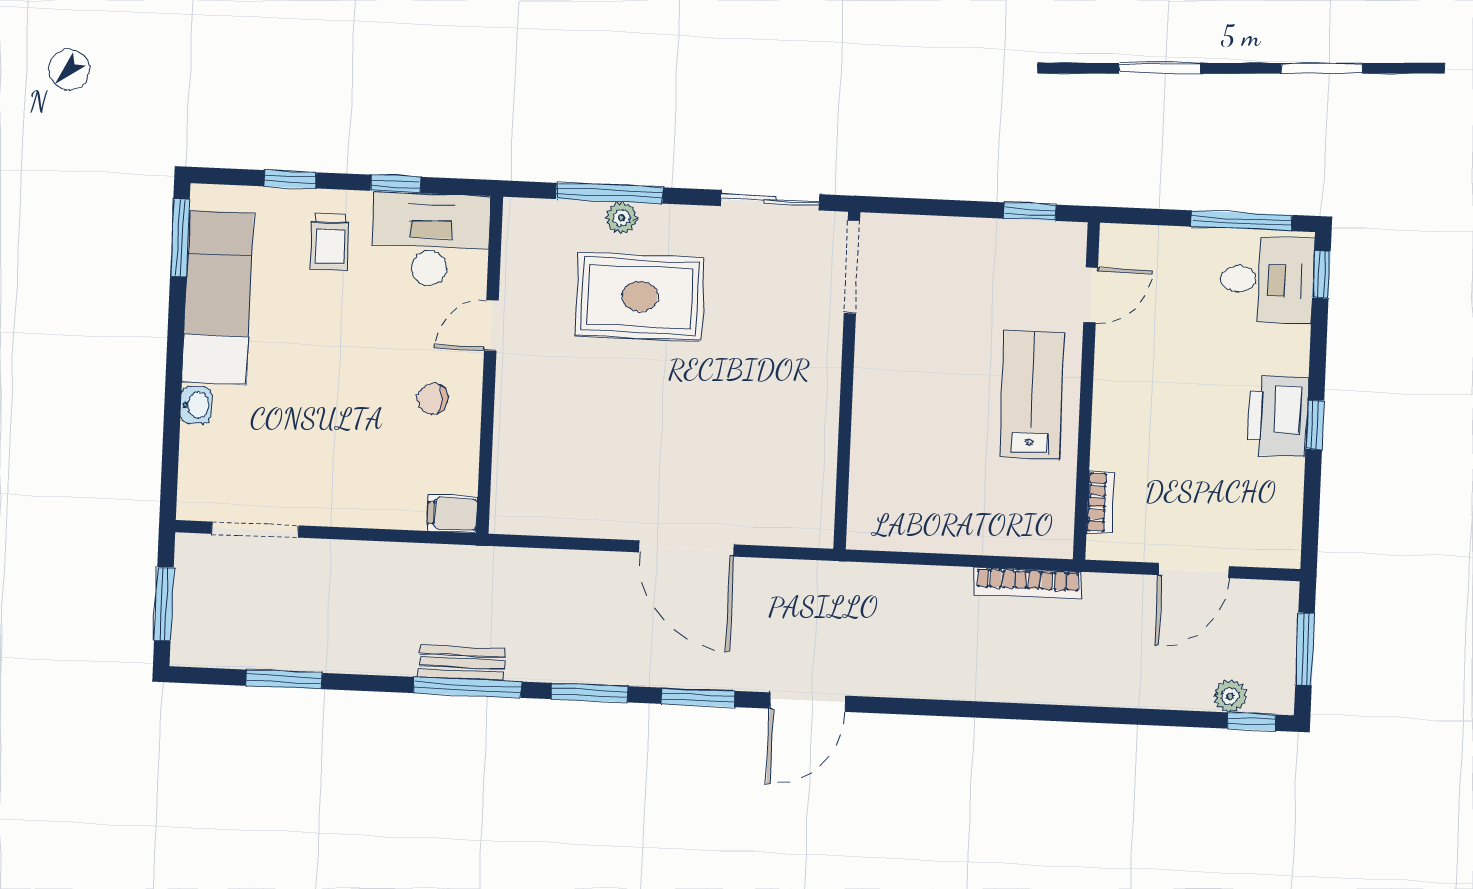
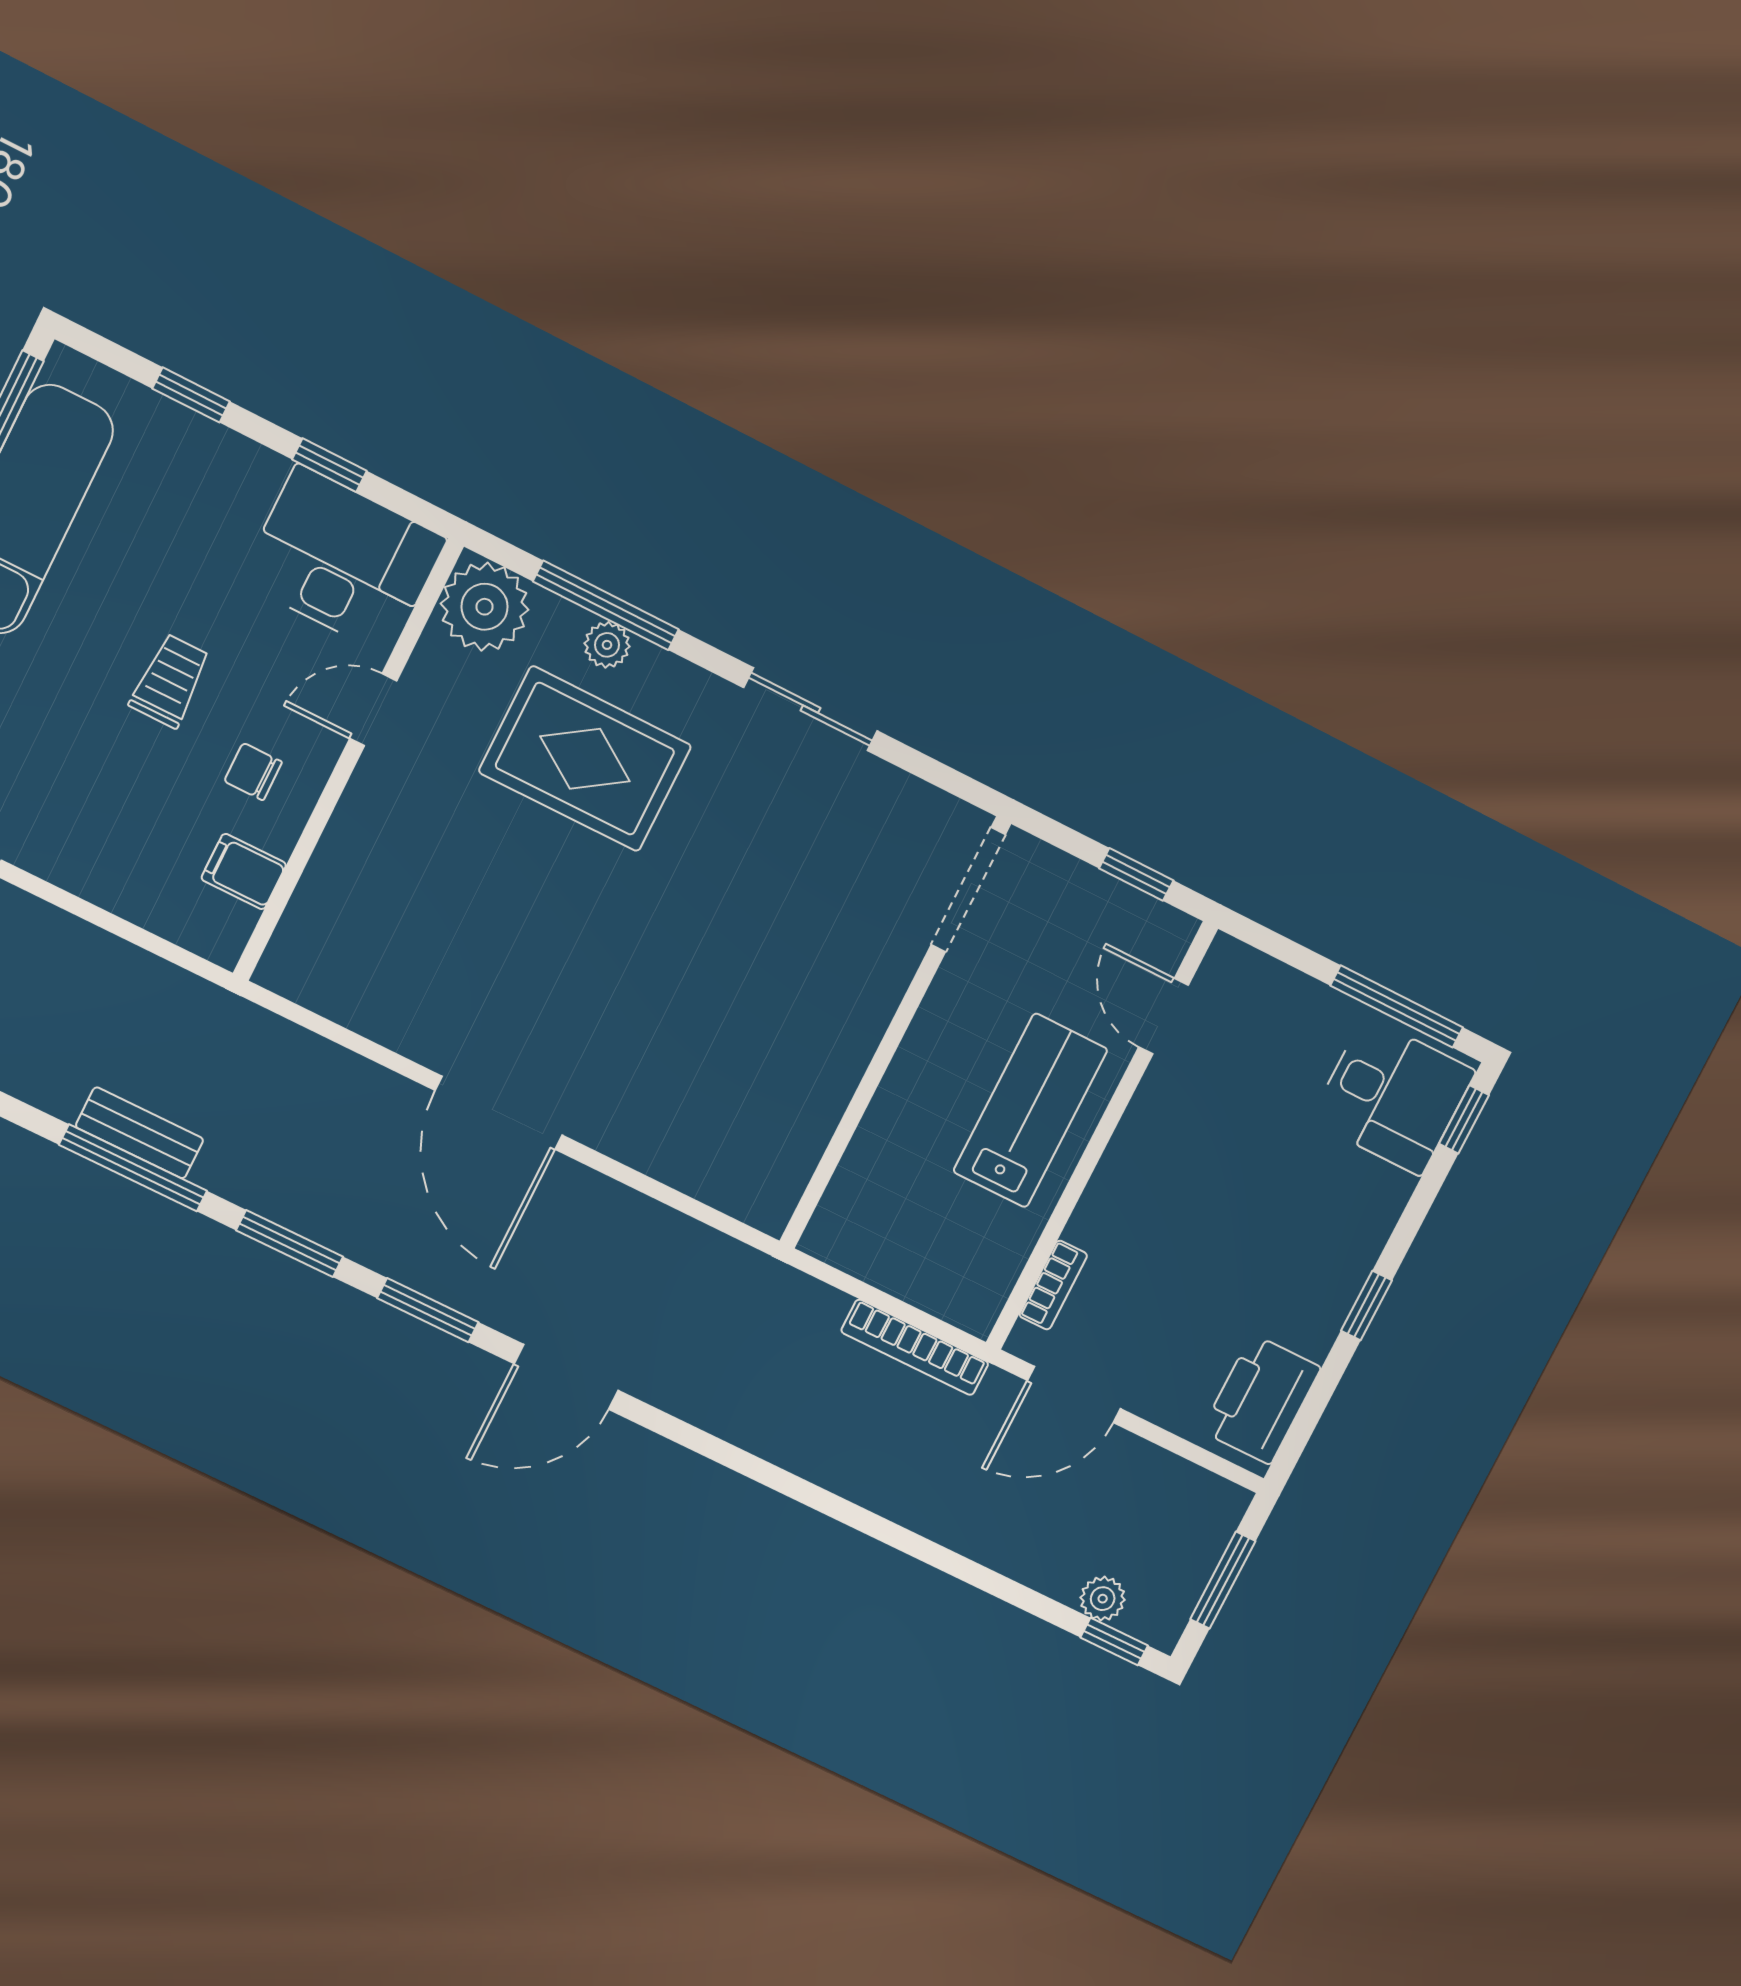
plant: (533, 229) -> (485, 607), added
trolley: (330, 242) -> (170, 681), moved, turned 180
doorway: (852, 267) -> (968, 890), moved
door: (1091, 295) -> (1164, 1016), swing flipped
wall: (847, 381) -> (895, 1033), moved
printer: (1278, 416) -> (1261, 1399), moved
filing cabinet: (452, 514) -> (244, 871), moved
door: (1194, 571) -> (1074, 1395), moved

